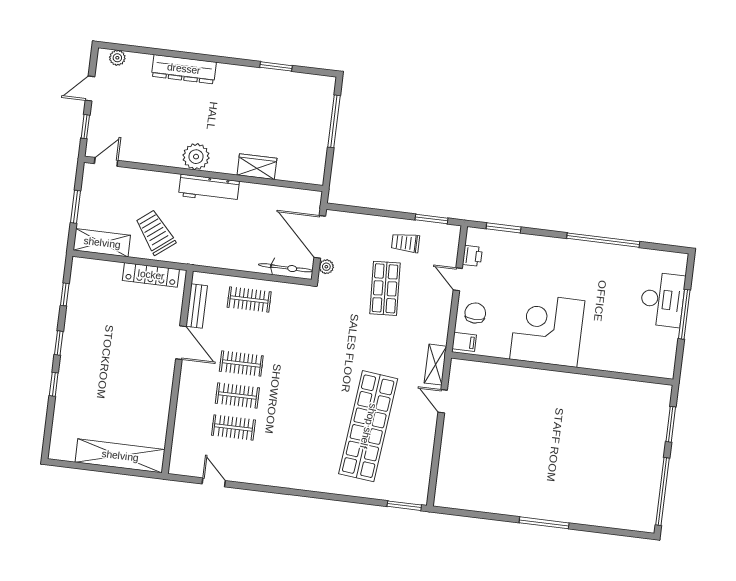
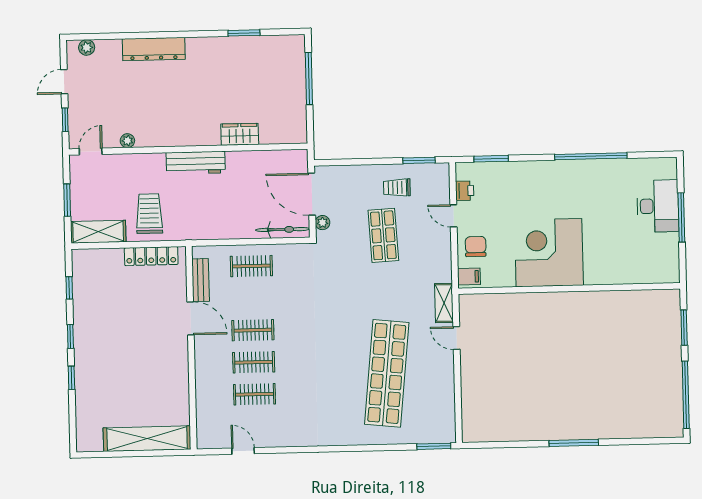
plant: (196, 157) -> (127, 141), moved, width x0.53, depth x0.53
trolley: (155, 232) -> (149, 214), turned 38

